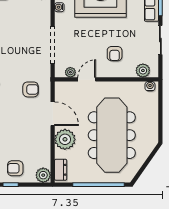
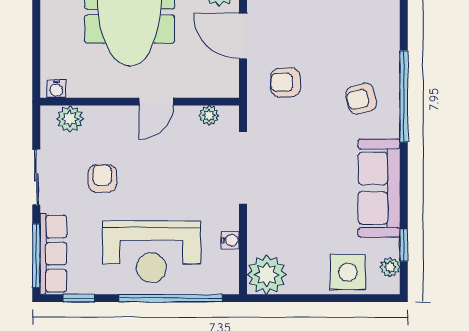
armchair: (115, 54) -> (102, 179), moved
door: (87, 79) -> (156, 102), moved

